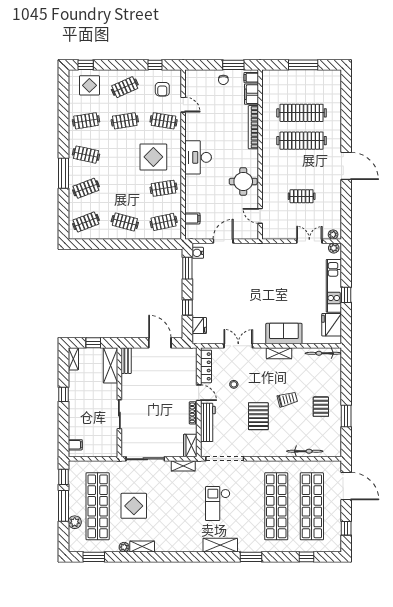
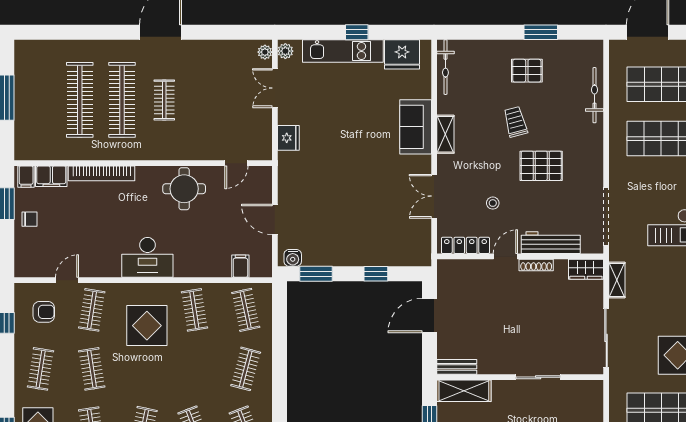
clothes rail: (125, 87) -> (41, 369), turned 33
clothes rail: (302, 196) -> (164, 100), moved
fridge: (199, 326) -> (288, 138), moved, turned 90

